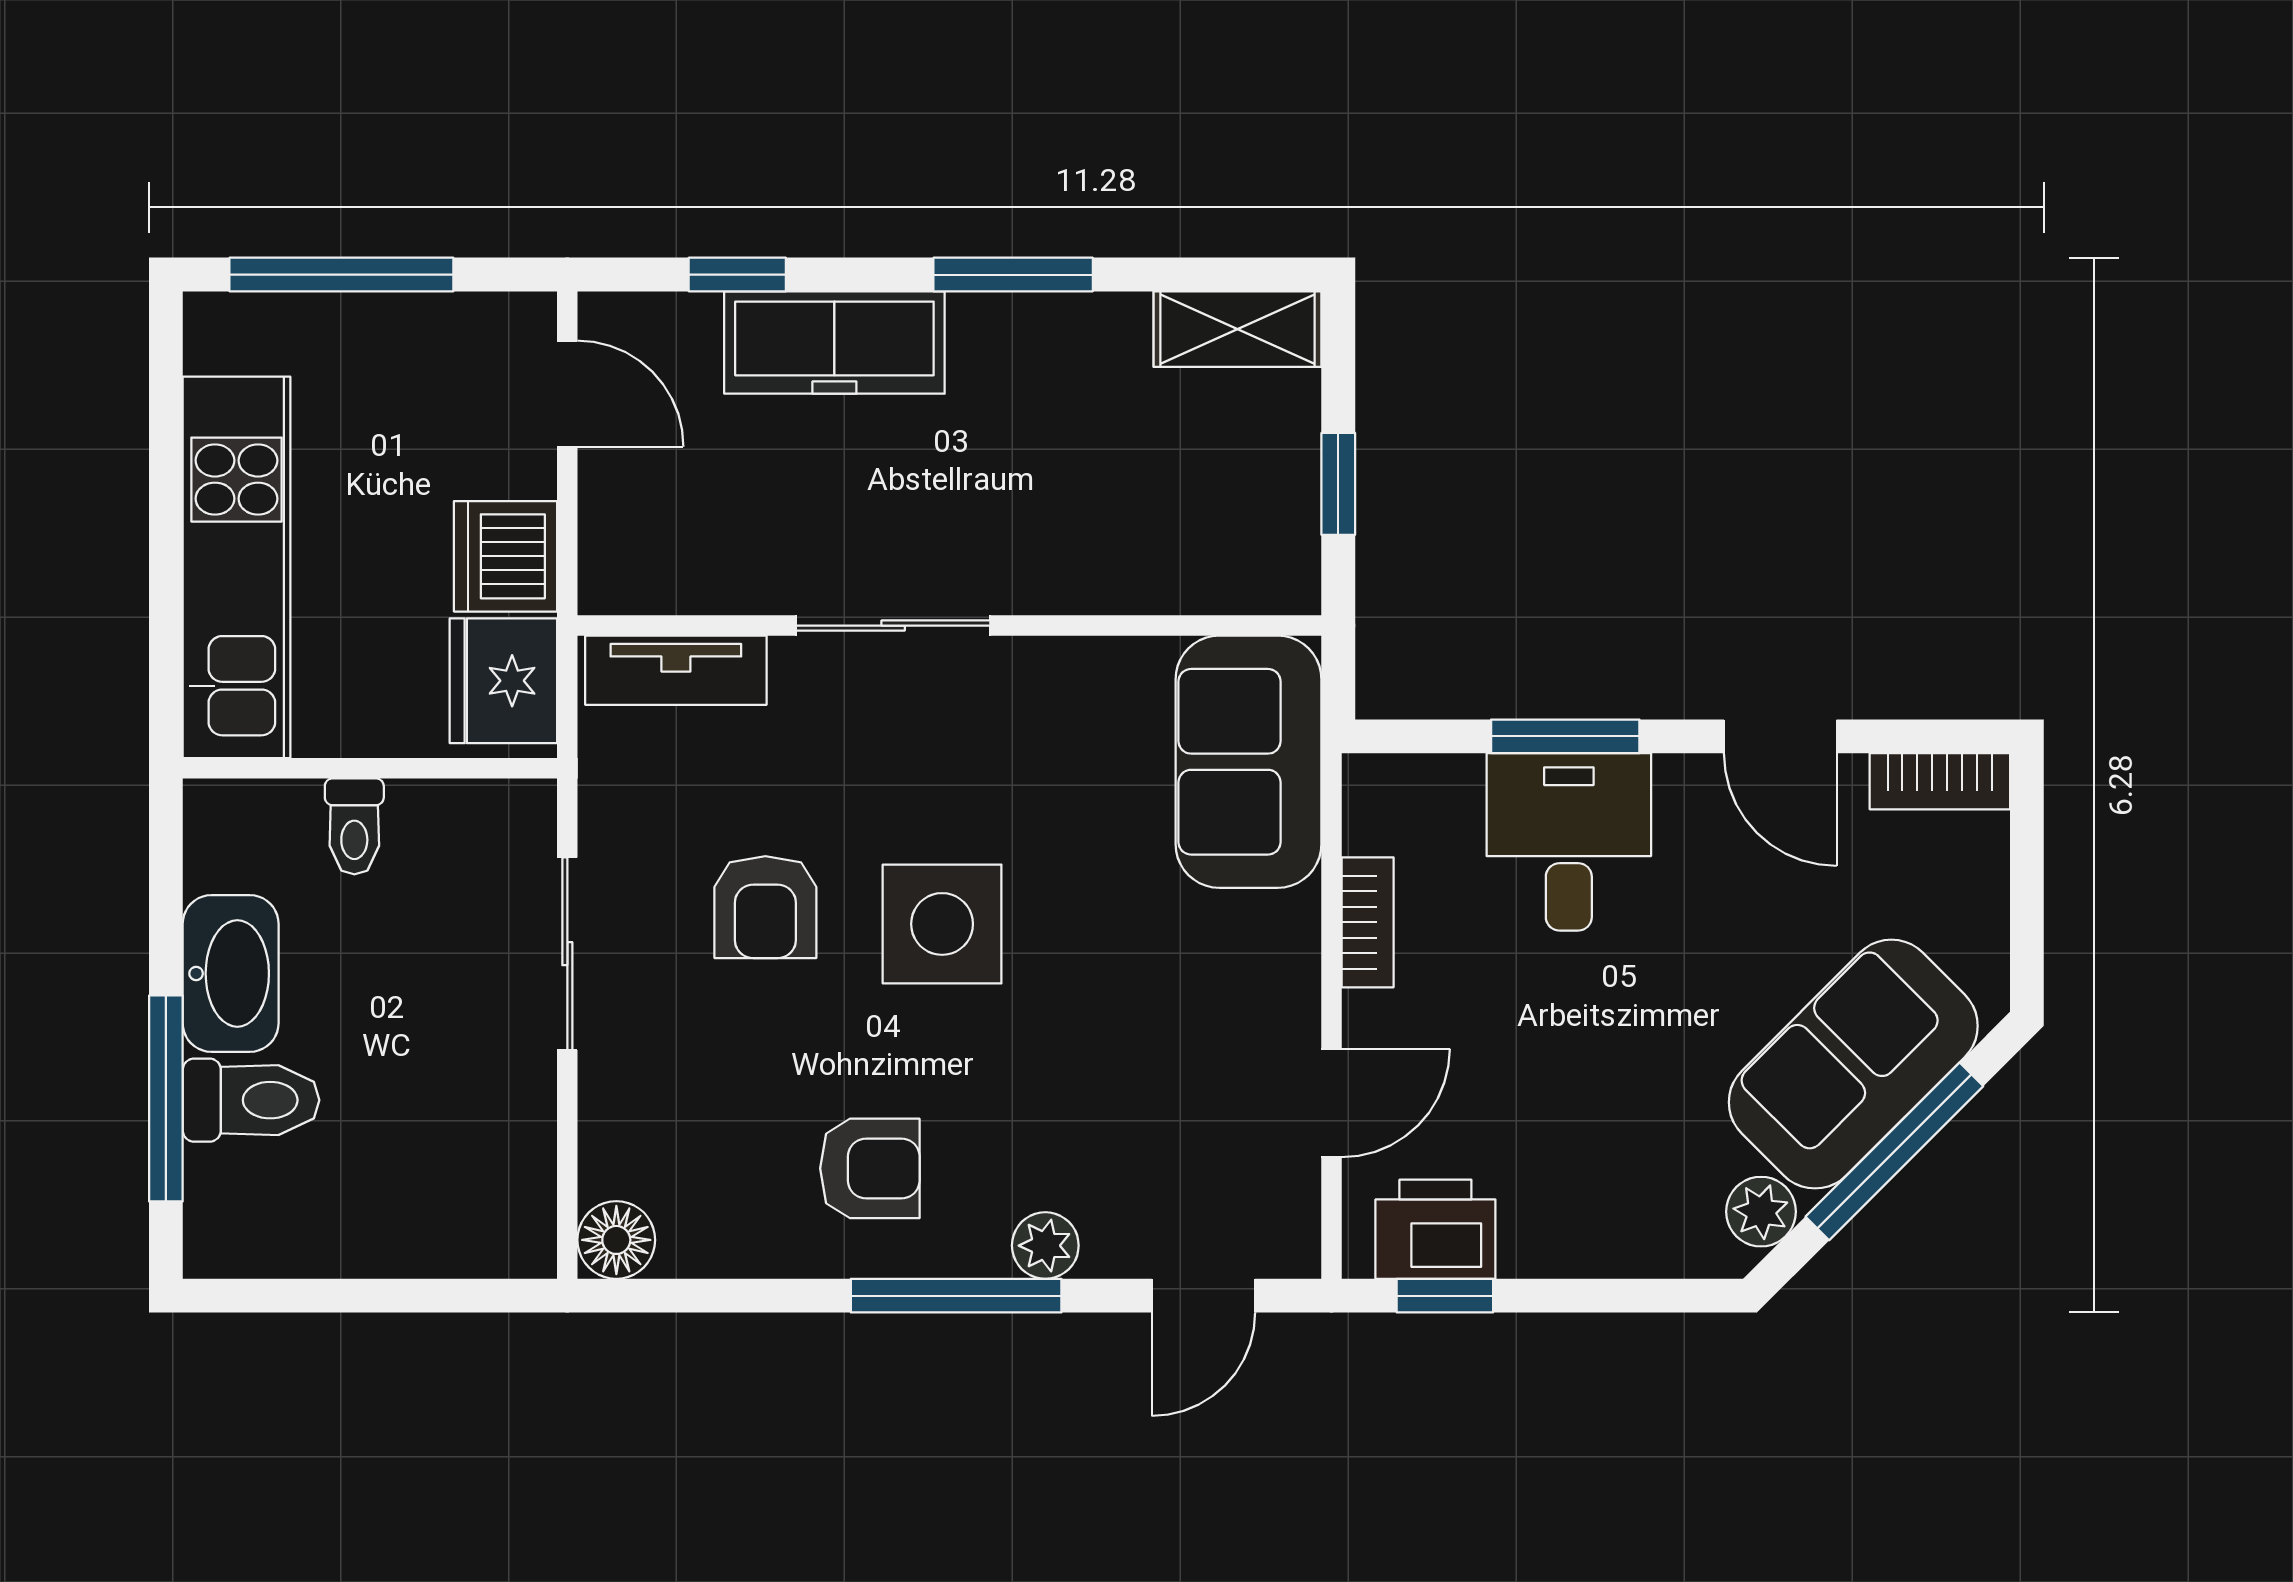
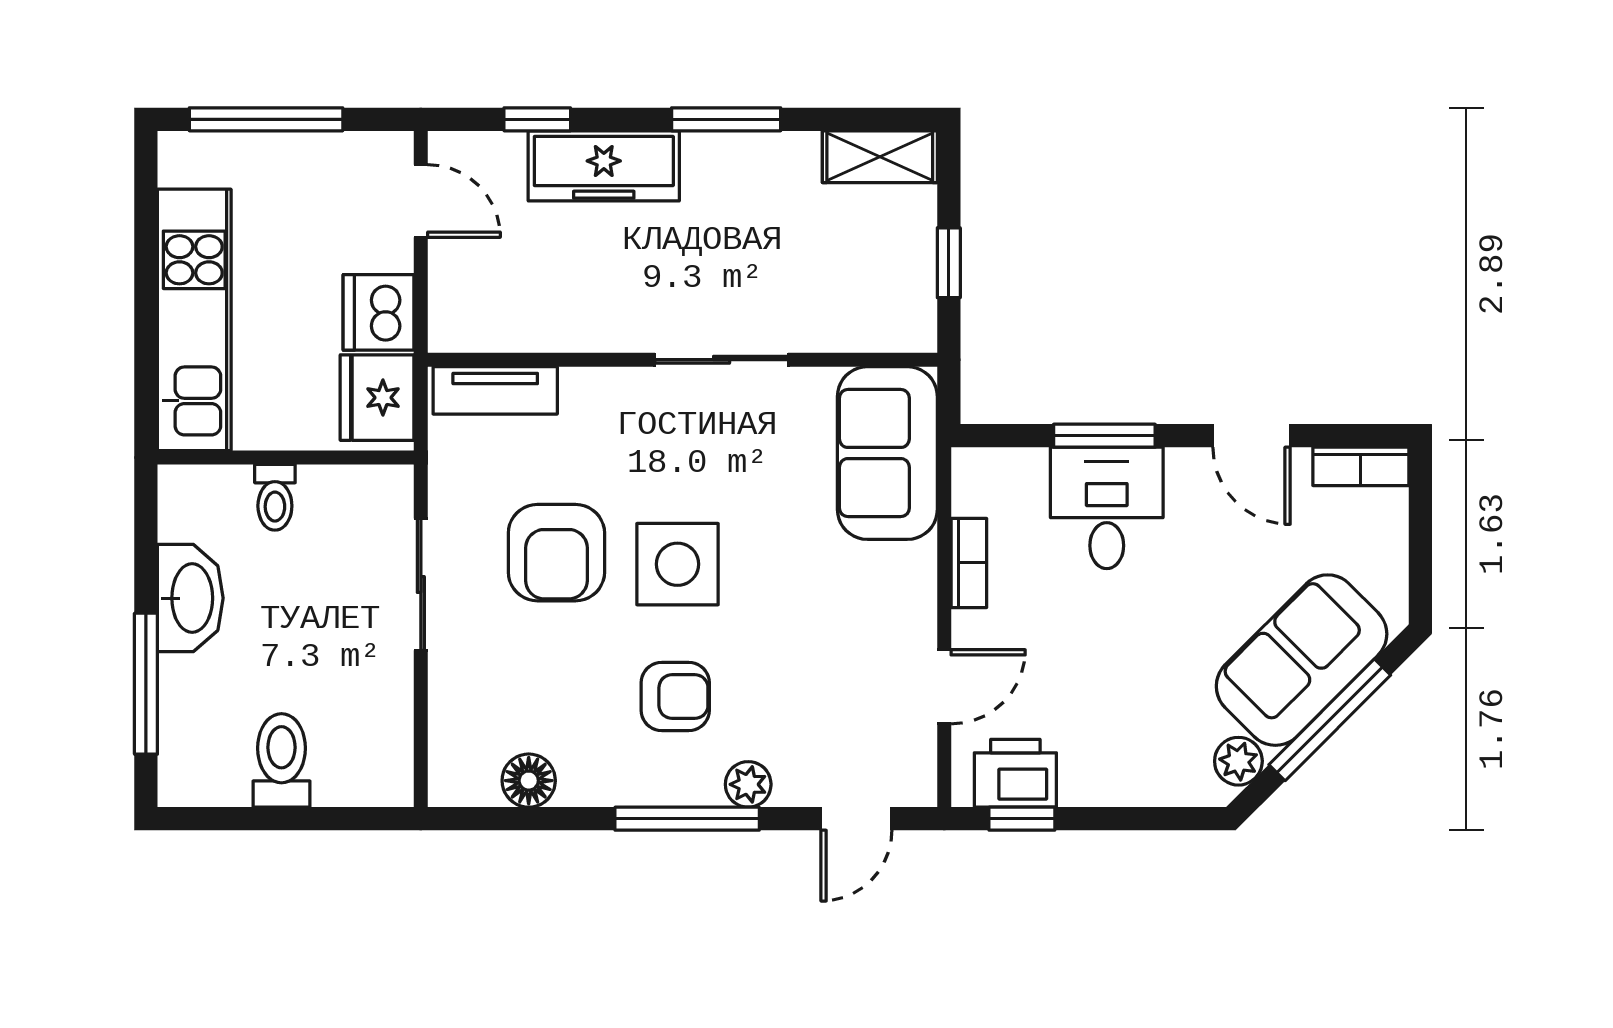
sliding door: (893, 626) -> (722, 360), moved
armchair: (765, 907) -> (556, 553), width x1.38, depth x1.38
toilet: (251, 1100) -> (281, 760), moved, turned -90
armchair: (870, 1168) -> (675, 697), moved
floor lamp: (616, 1240) -> (529, 781), moved

